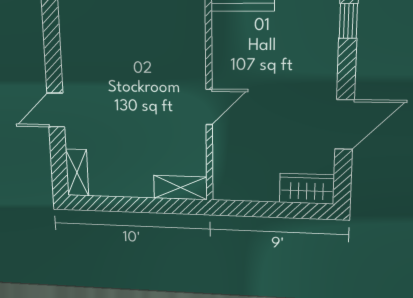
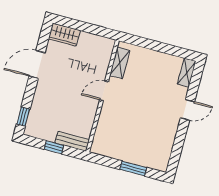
shelving: (181, 188) -> (120, 63), moved, turned 90

